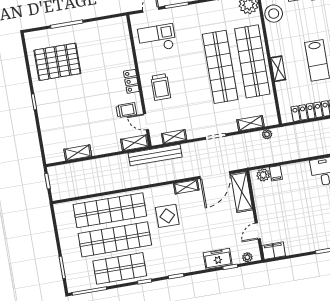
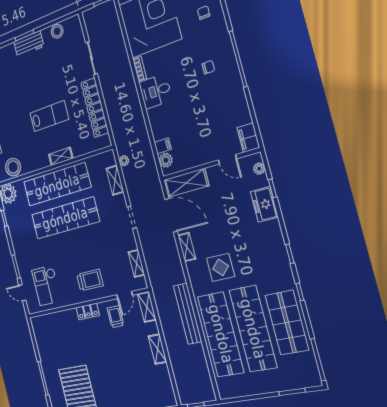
shelving: (78, 153) -> (157, 349), moved
bench: (155, 155) -> (188, 314), moved

